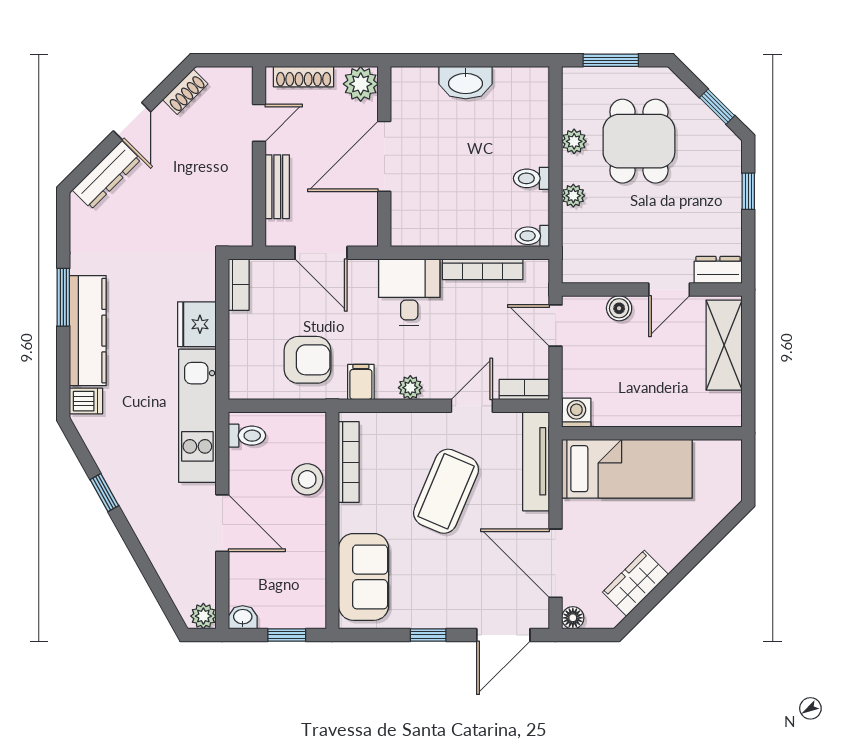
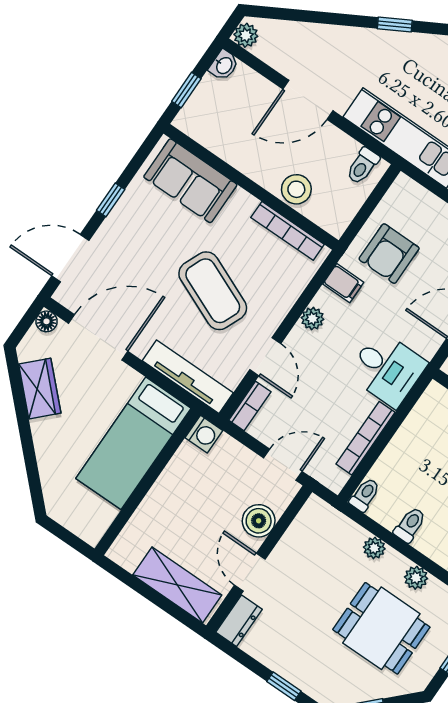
boiler: (619, 308) -> (259, 521), width x1.36, depth x1.36
door: (503, 635) -> (70, 258), hinge flipped

